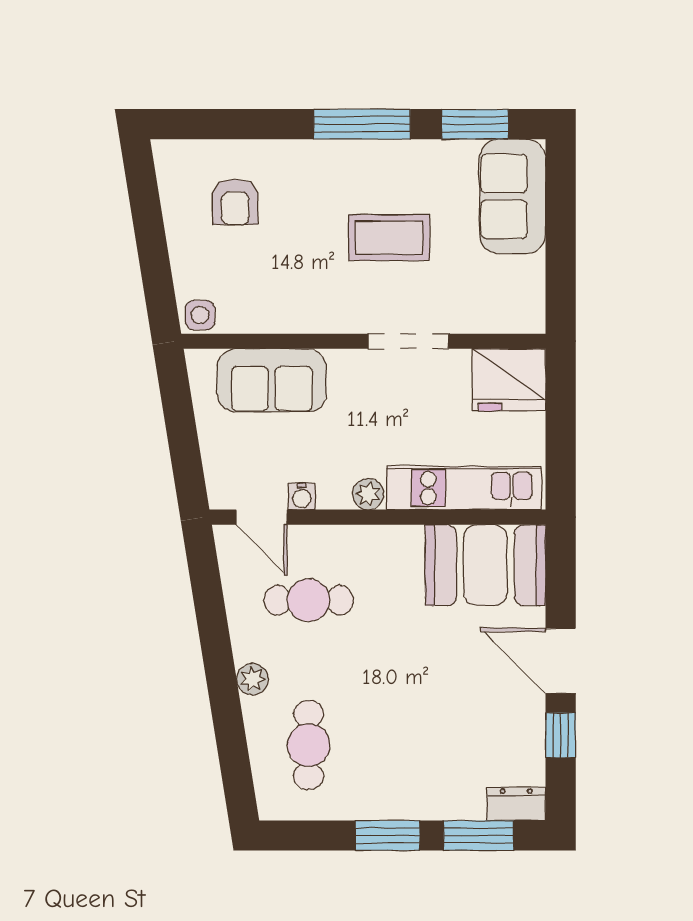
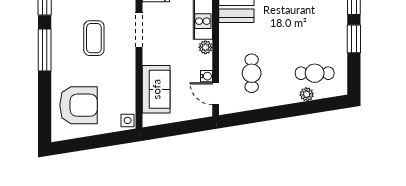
armchair: (235, 202) -> (78, 105), width x1.88, depth x1.88
door: (262, 517) -> (216, 94), swing flipped
plant: (253, 679) -> (307, 94), moved

